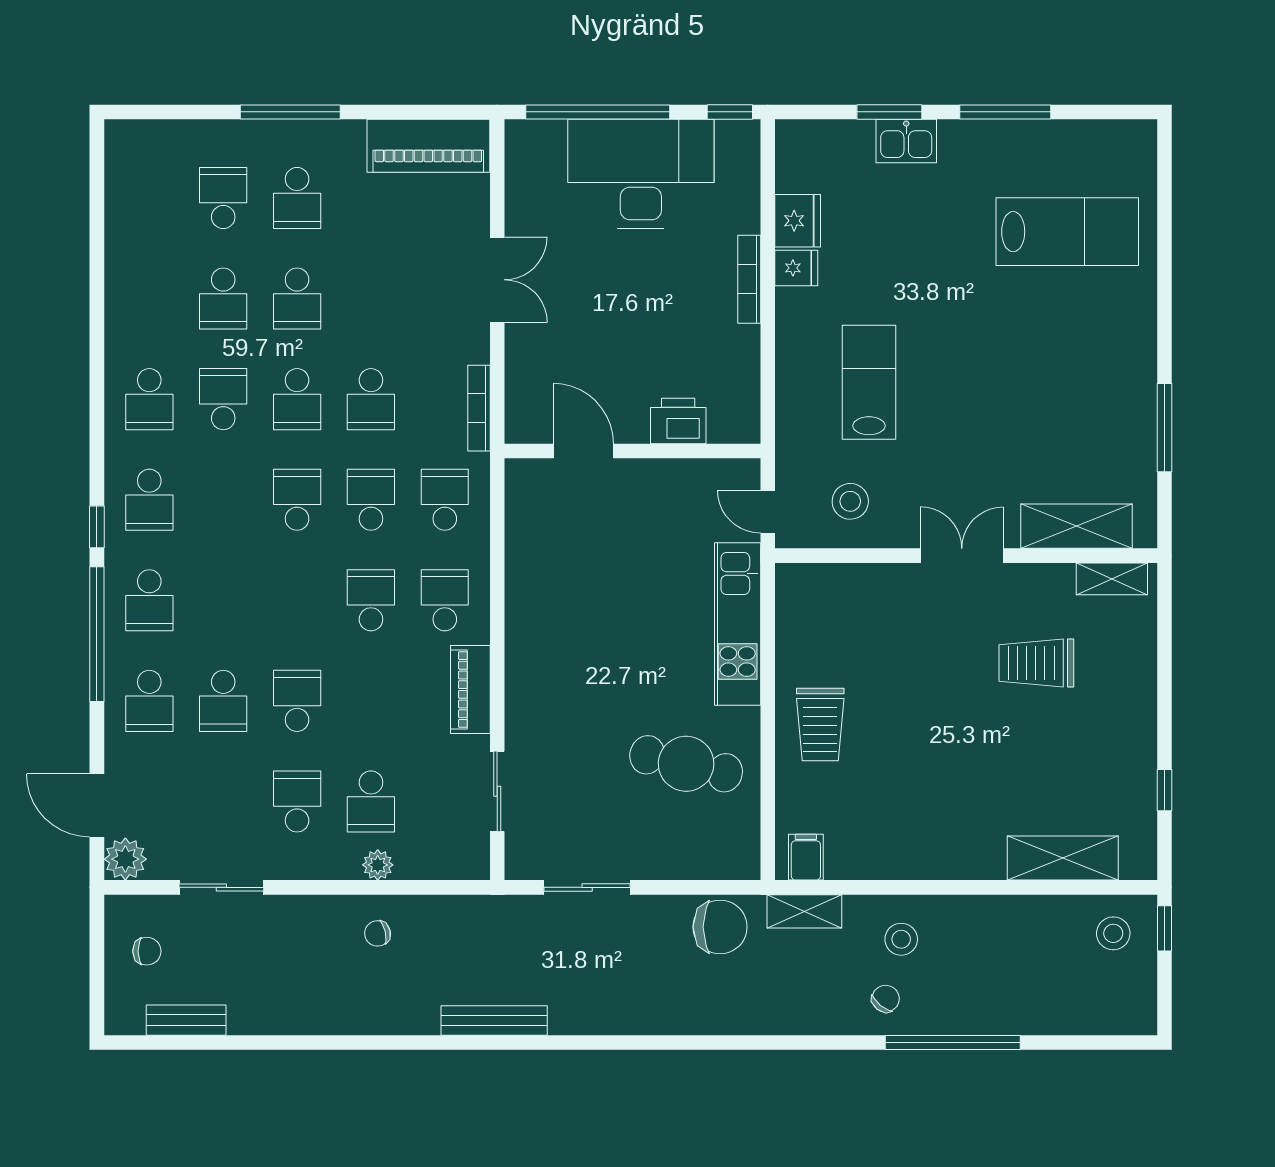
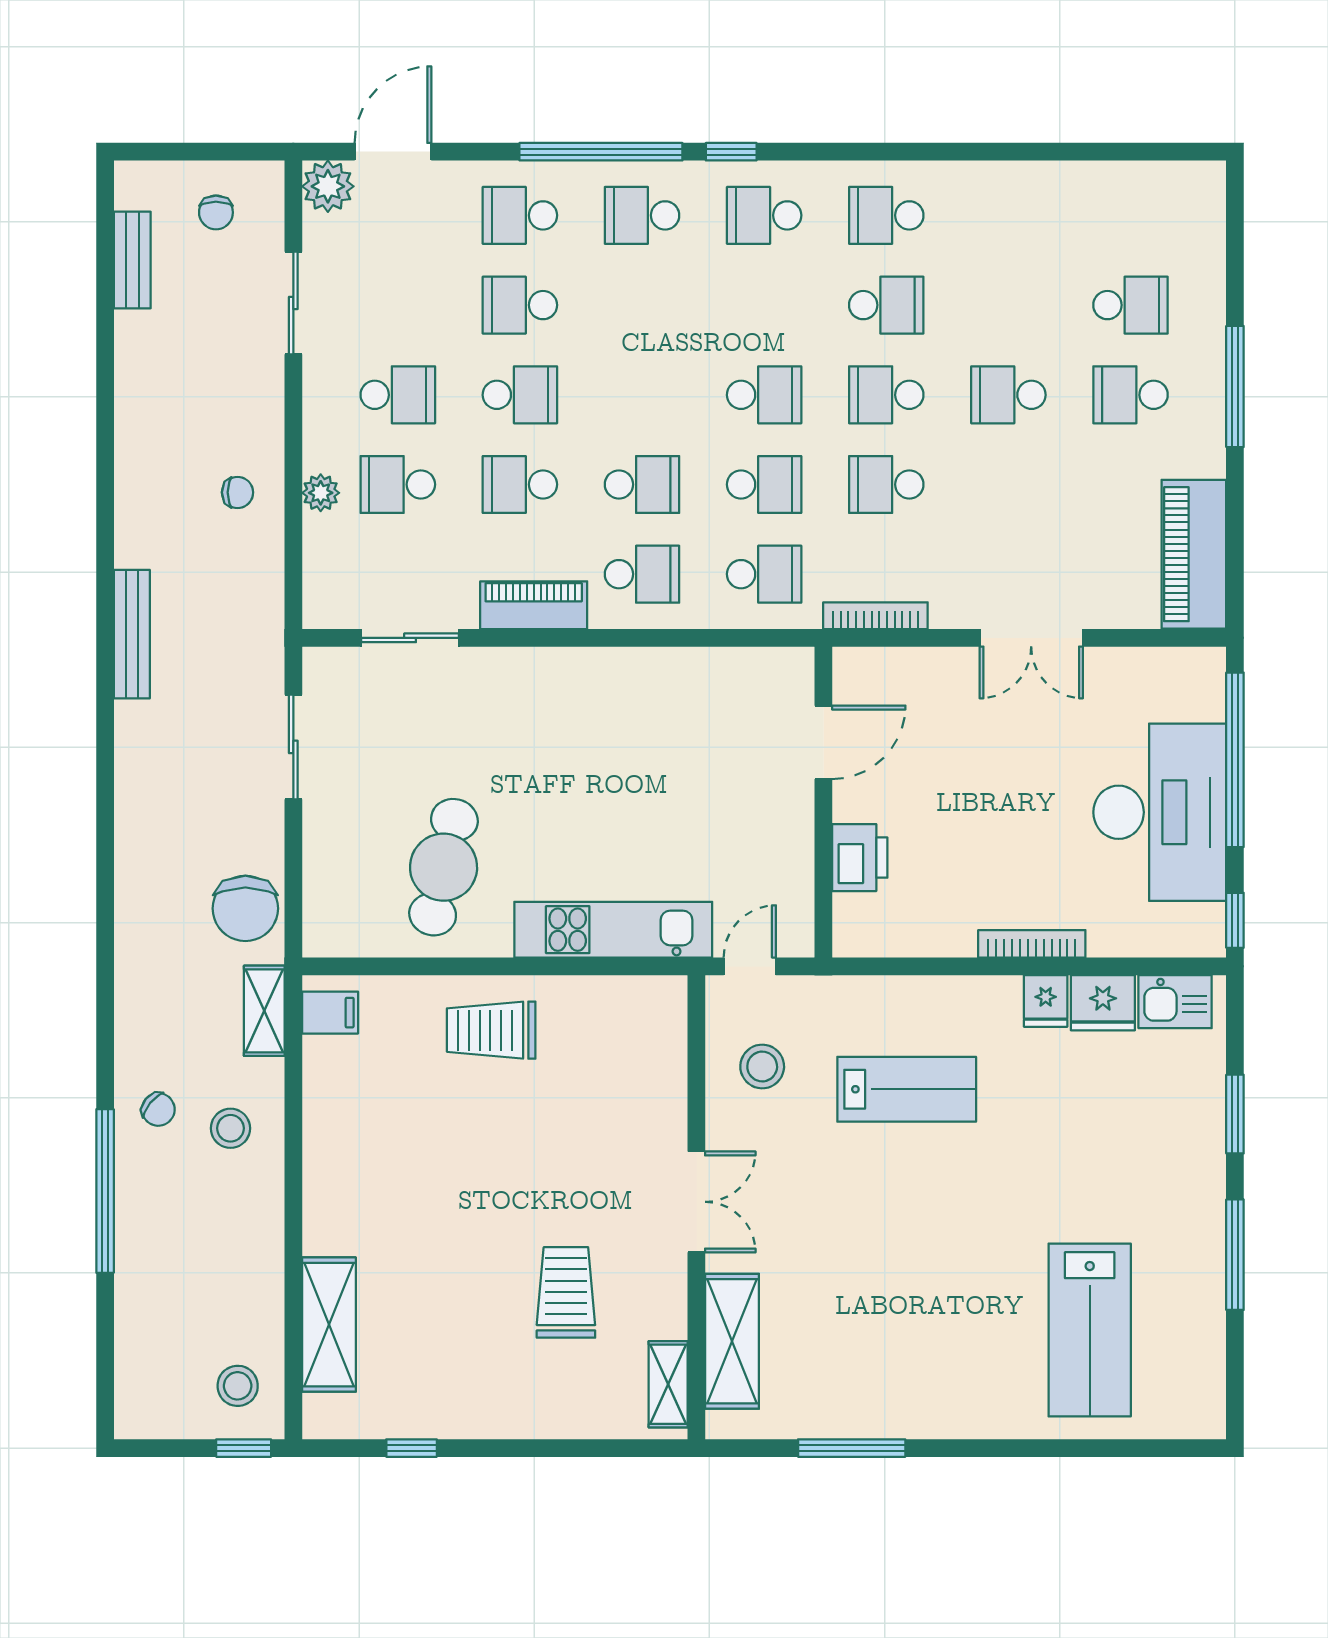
kitchen sink: (906, 141) -> (1175, 1002), moved, turned -90
school desk: (223, 299) -> (520, 484), moved
chair: (378, 933) -> (238, 492), turned 103

